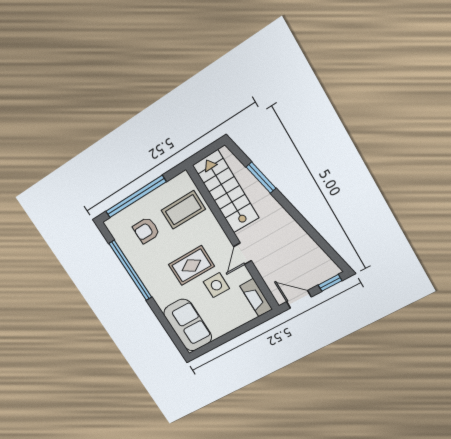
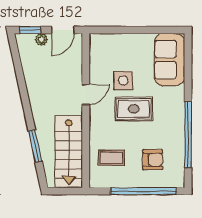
coffee table: (183, 210) -> (111, 158), width x0.73, depth x0.77
plant: (314, 280) -> (41, 40), added
fireplace: (256, 298) -> (97, 51), removed
door: (299, 299) -> (63, 30), hinge flipped

